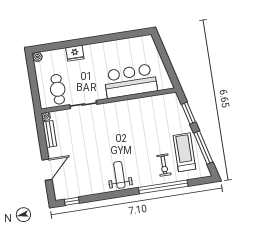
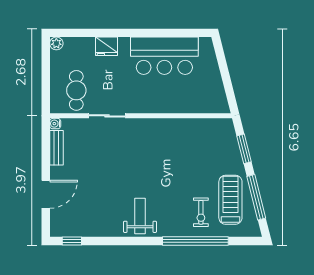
bar counter: (131, 81) -> (164, 56), moved, turned 180

